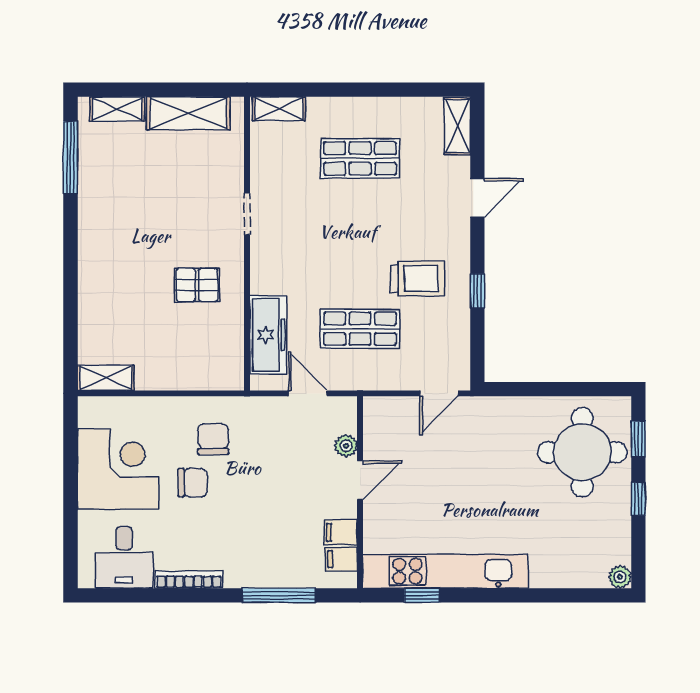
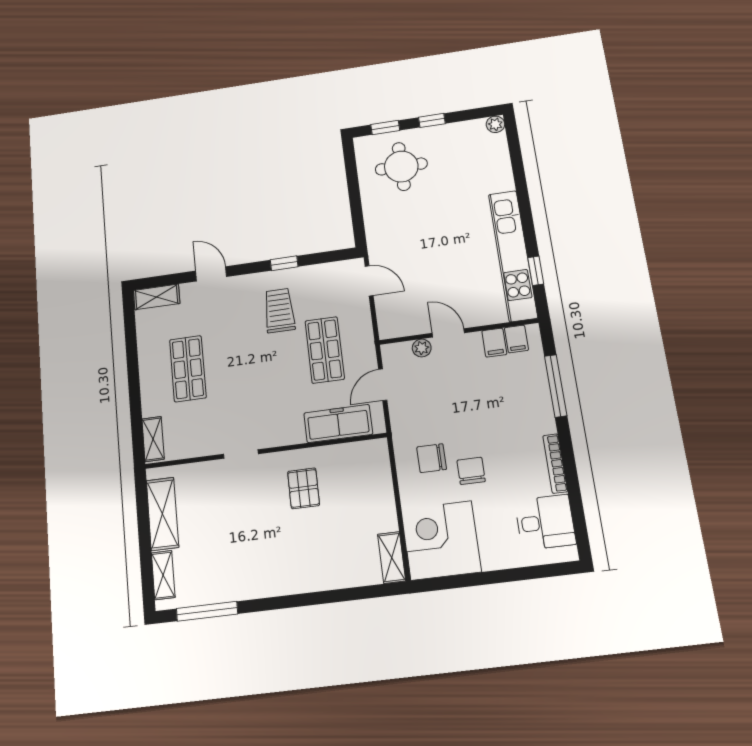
round table: (582, 452) -> (401, 166), width x0.73, depth x0.73
corner desk: (118, 469) -> (441, 540), moved

